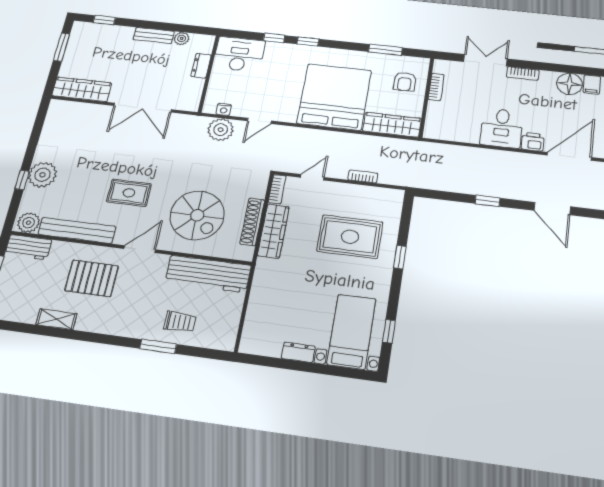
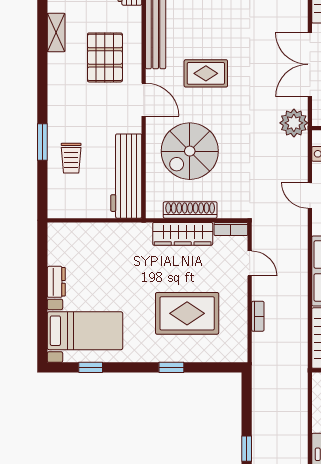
plant: (221, 130) -> (294, 123), moved
rug: (129, 193) -> (206, 73), turned 90
rug: (350, 237) -> (187, 313), turned 90

